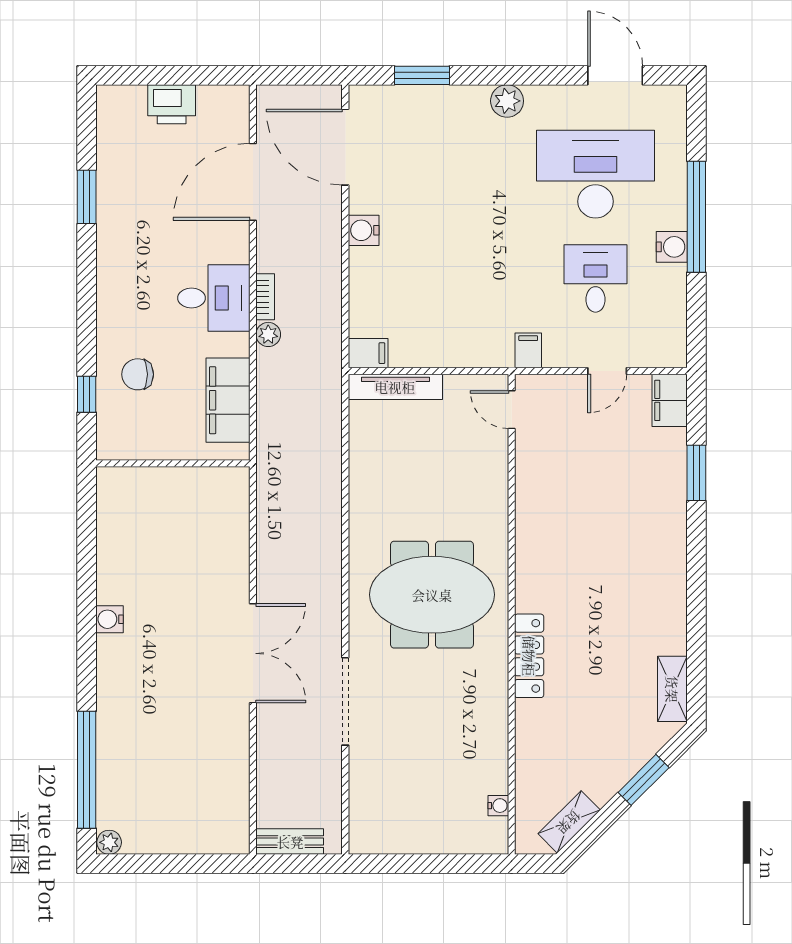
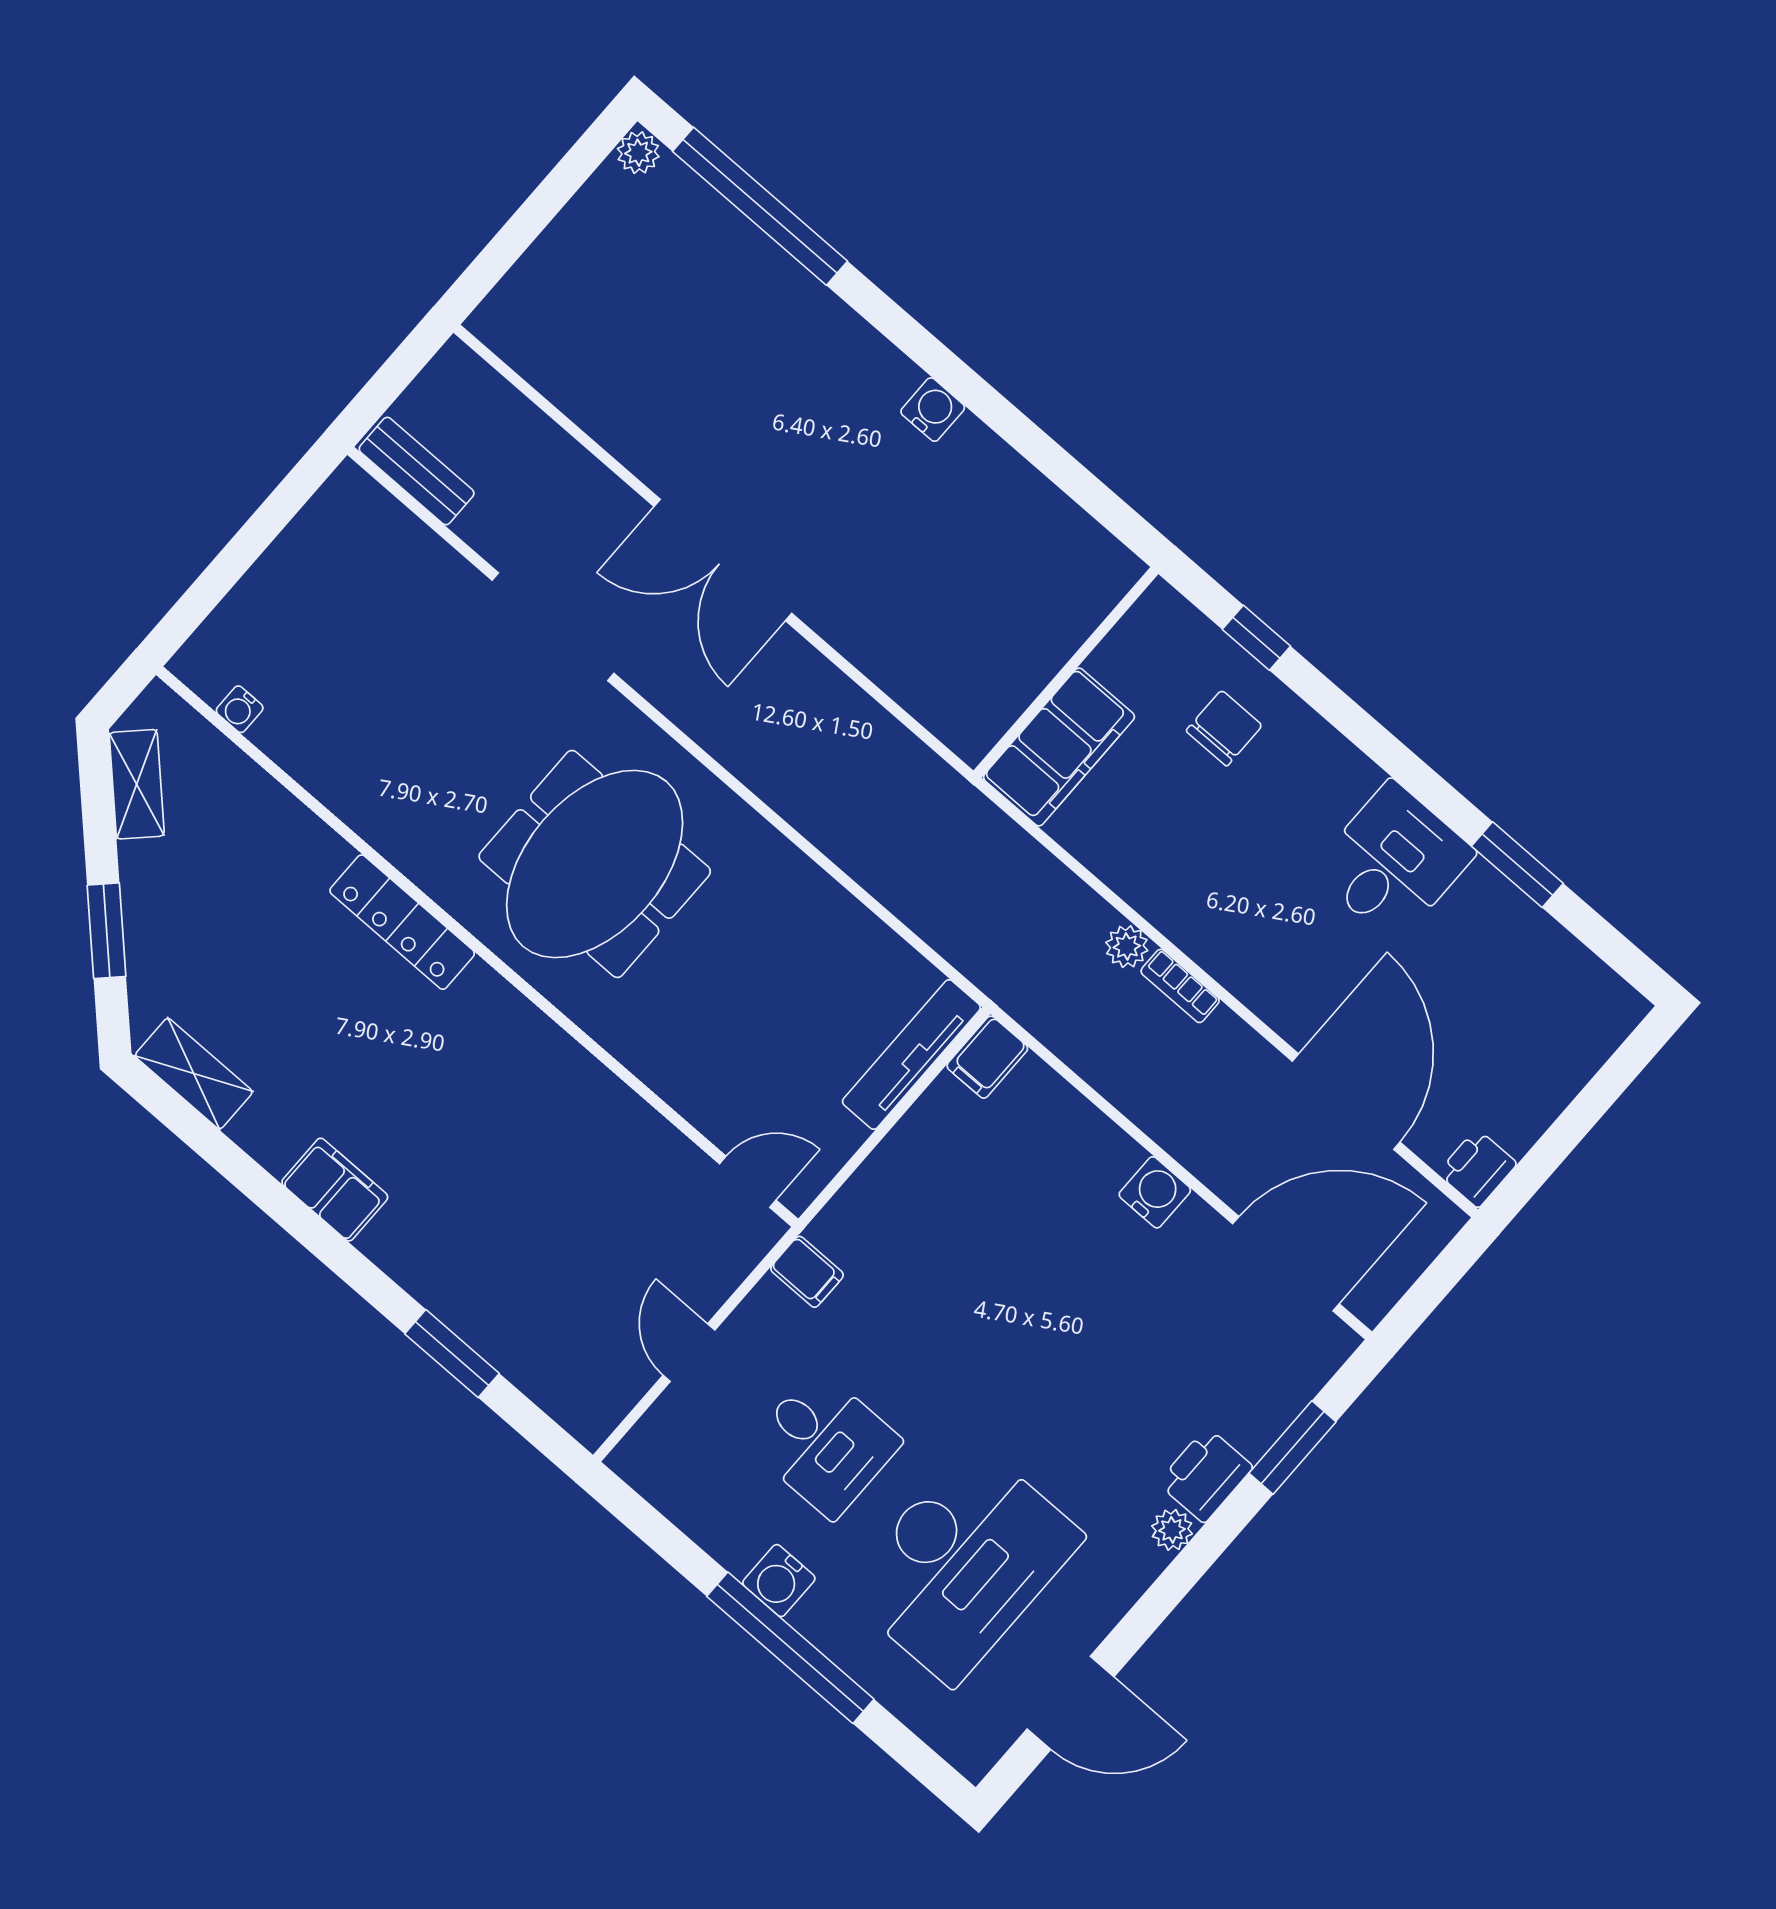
plant: (507, 101) -> (1172, 1530), width x0.73, depth x0.73
printer: (466, 103) -> (1205, 1475), added
printer: (172, 104) -> (1477, 1168), moved, width x0.73, depth x0.81
desk: (214, 298) -> (1393, 862), moved, turned 180
filing cabinet: (228, 400) -> (1059, 747), moved, turned 90
filing cabinet: (670, 400) -> (335, 1190), moved
bench: (290, 842) -> (417, 471), moved, turned 90

